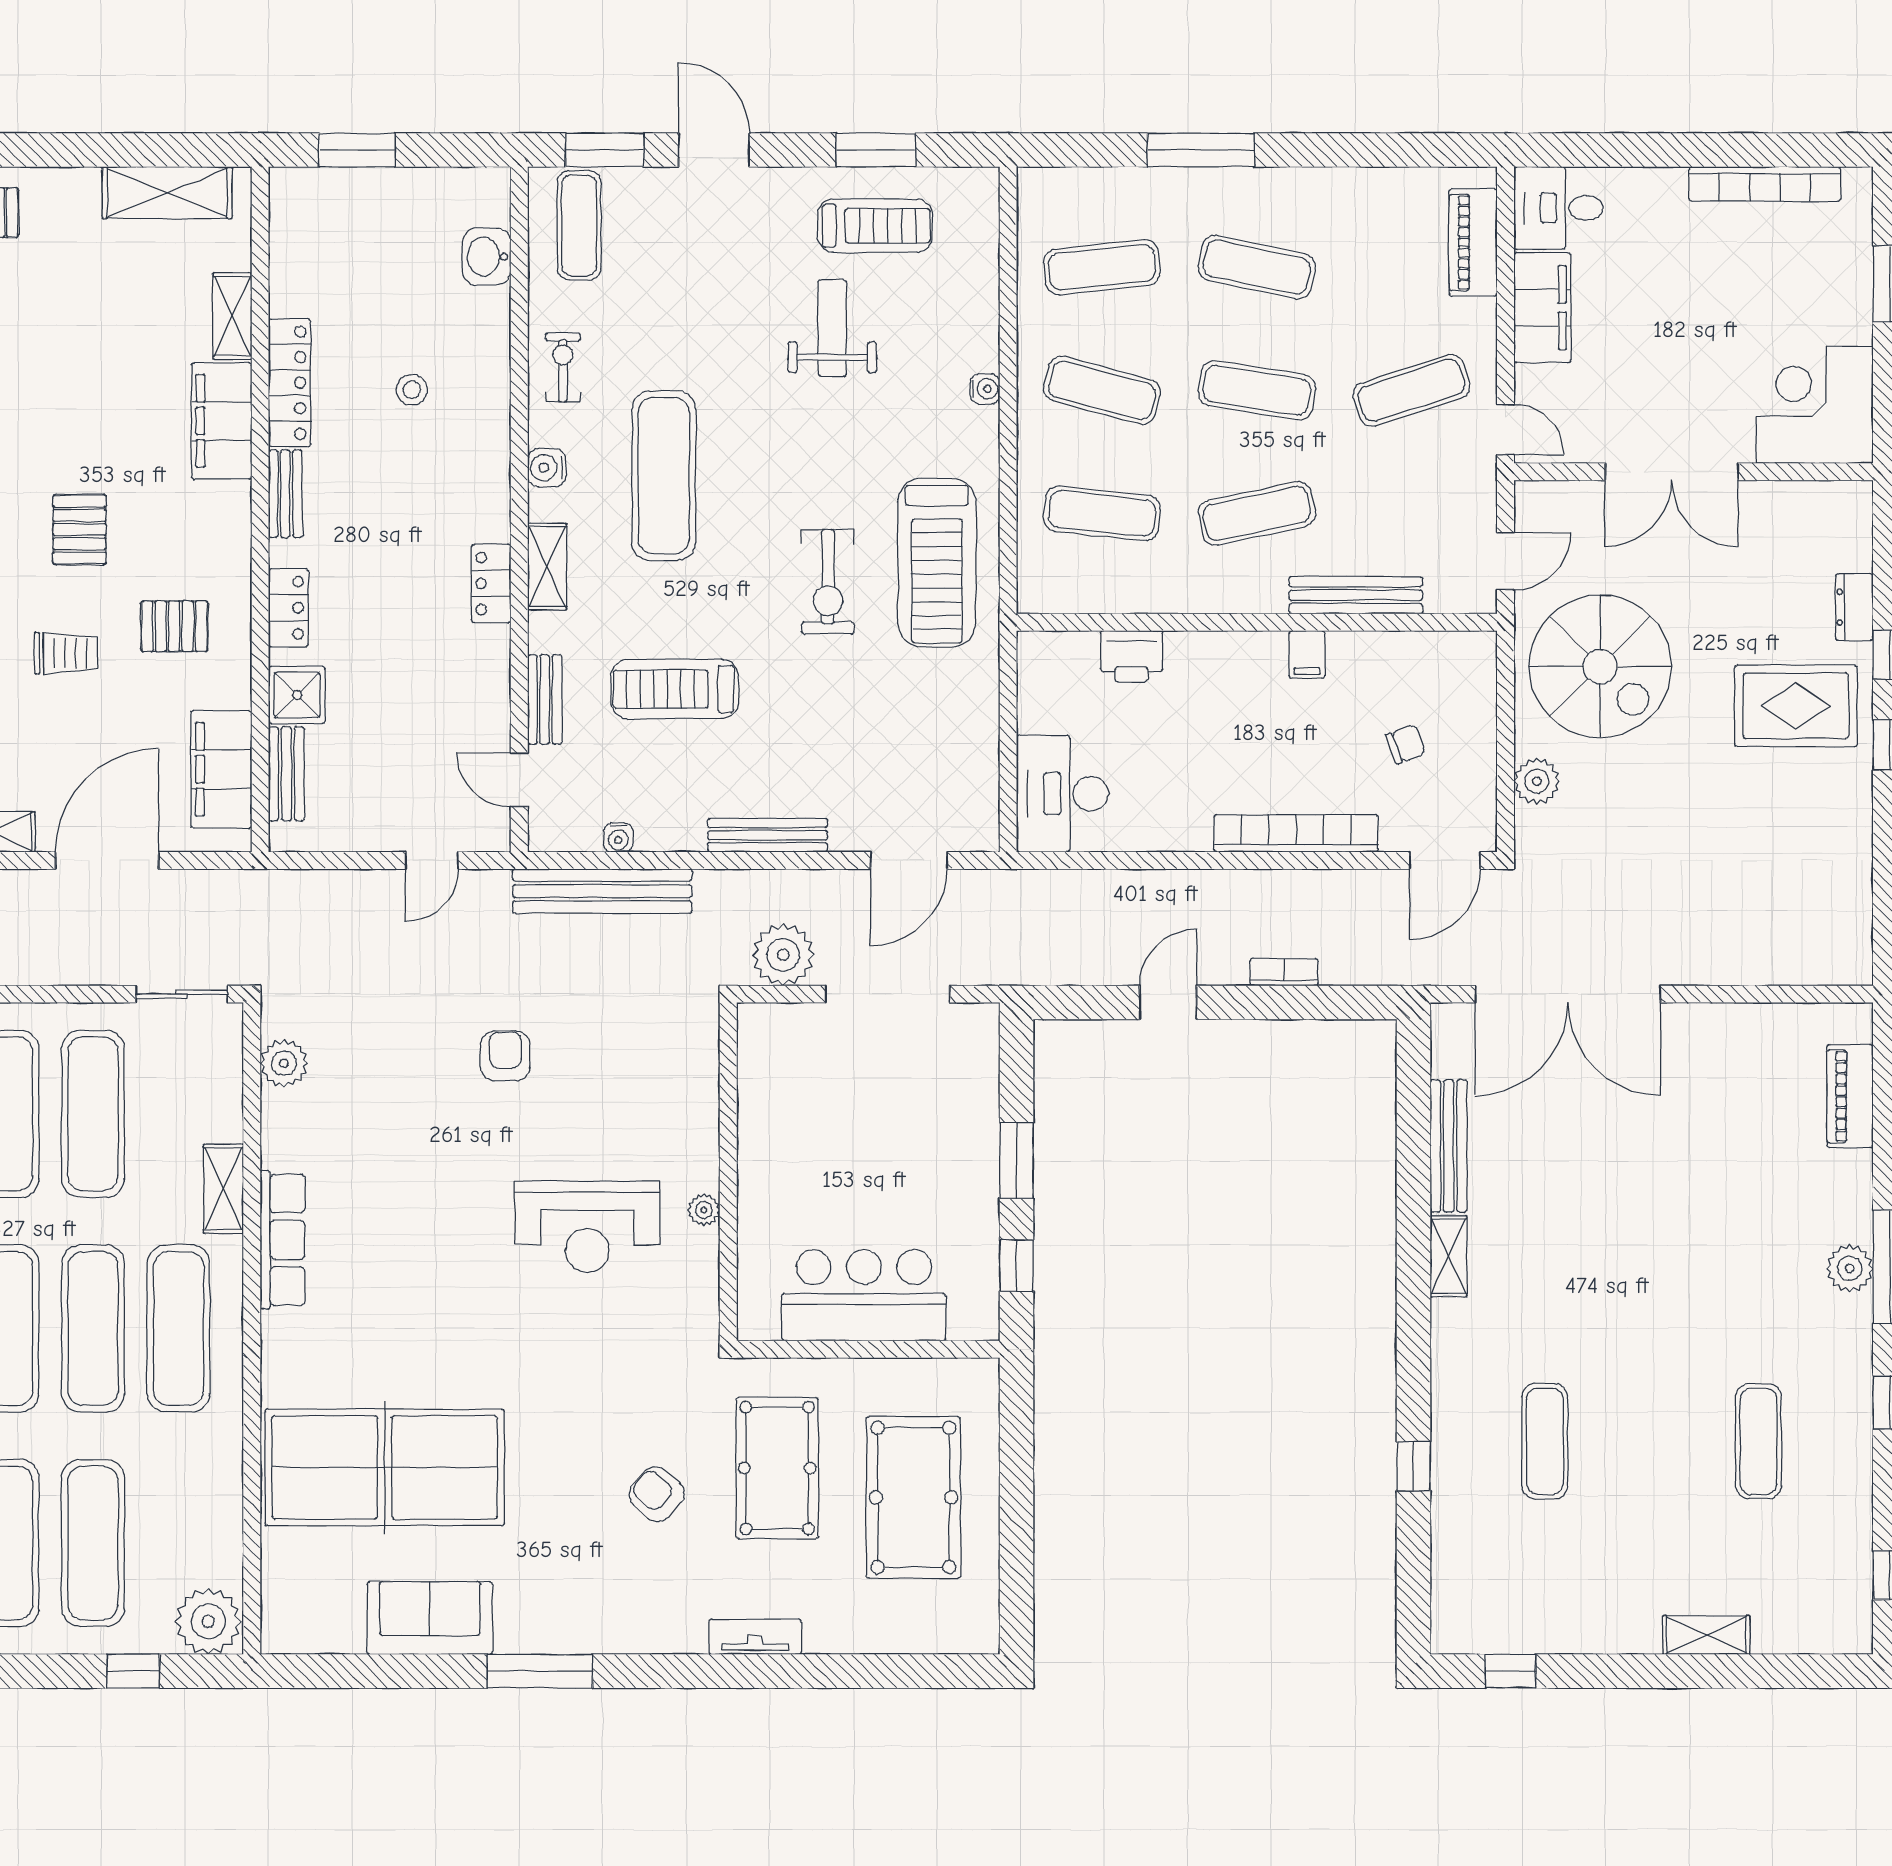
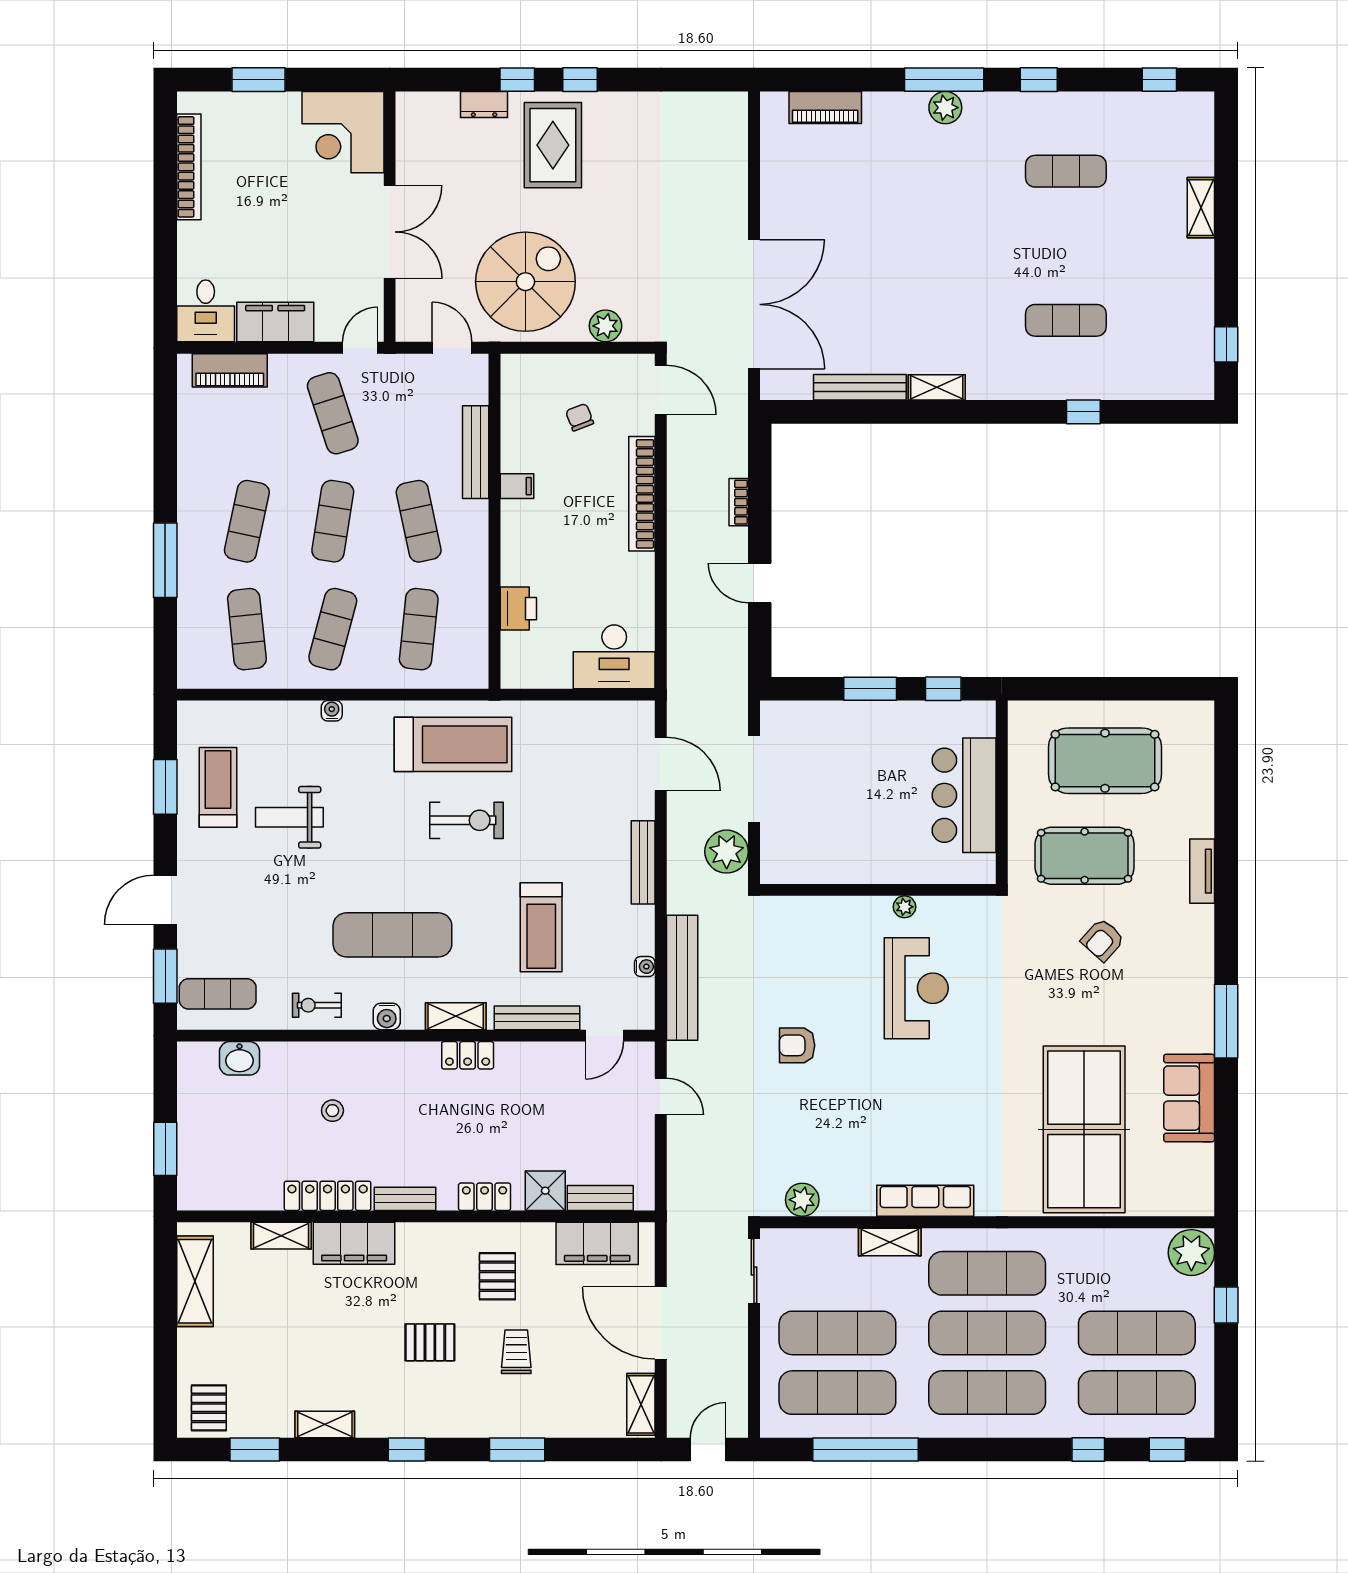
bench: (545, 699) -> (537, 1018), width x1.36

